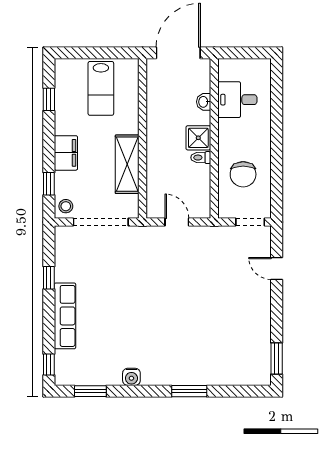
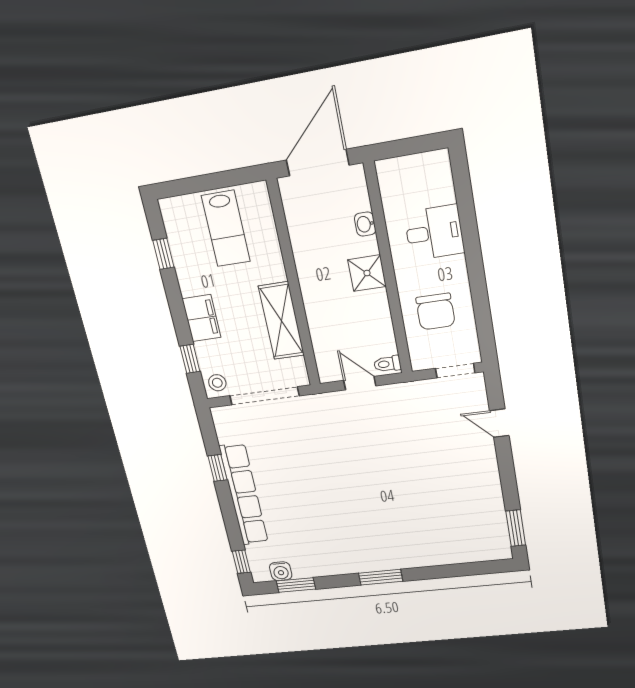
desk: (237, 100) -> (434, 233), moved, turned 180
toilet: (201, 158) -> (387, 364), moved
row of seats: (65, 316) -> (244, 495), width x1.36
water cooler: (131, 377) -> (281, 571), moved
window: (189, 391) -> (381, 577), moved

